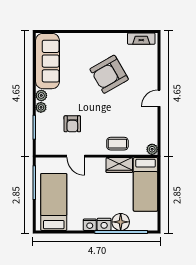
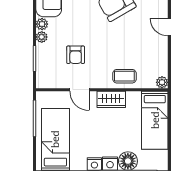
door: (159, 98) -> (169, 27), hinge flipped
wardrobe: (119, 165) -> (111, 99), moved

